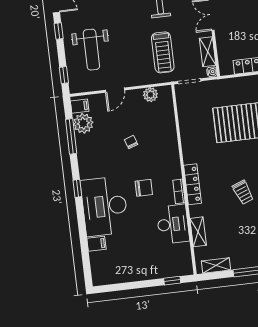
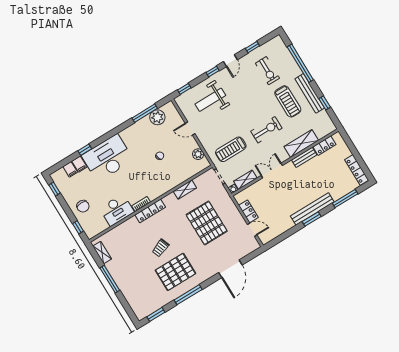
filing cabinet: (80, 106) -> (70, 169), moved
window: (77, 188) -> (85, 150), moved
chair: (144, 188) -> (83, 206), moved
shelving: (198, 232) -> (185, 190), moved
window: (113, 288) -> (55, 189), added

